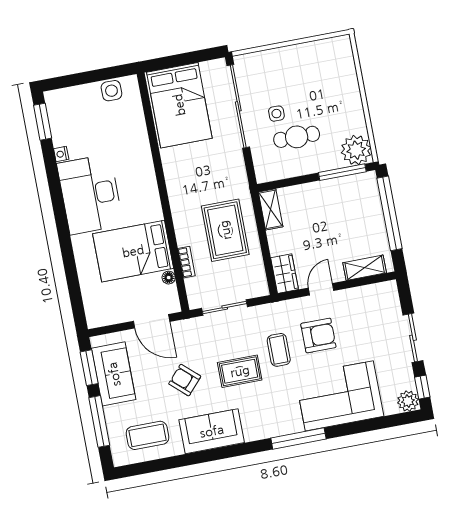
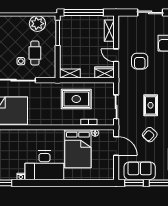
plant: (356, 150) -> (37, 24), moved
door: (152, 321) -> (116, 146), hinge flipped
armchair: (318, 336) -> (140, 61), turned 180
coffee table: (279, 350) -> (143, 83), removed

